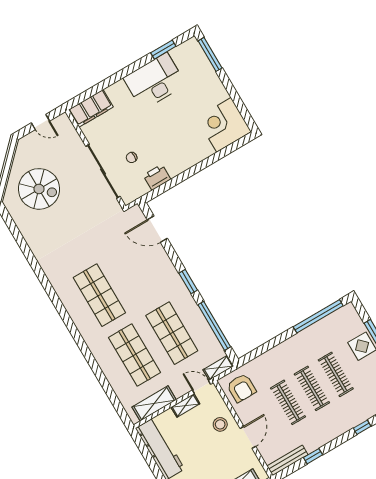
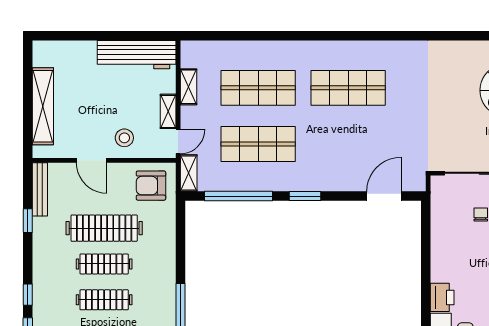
printer: (157, 177) -> (442, 297), moved
clothes rail: (288, 402) -> (104, 228), width x1.37, depth x1.31
shelving: (154, 403) -> (189, 87), width x0.67, depth x0.75

